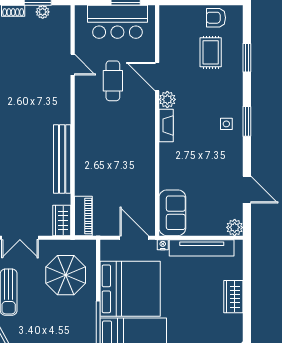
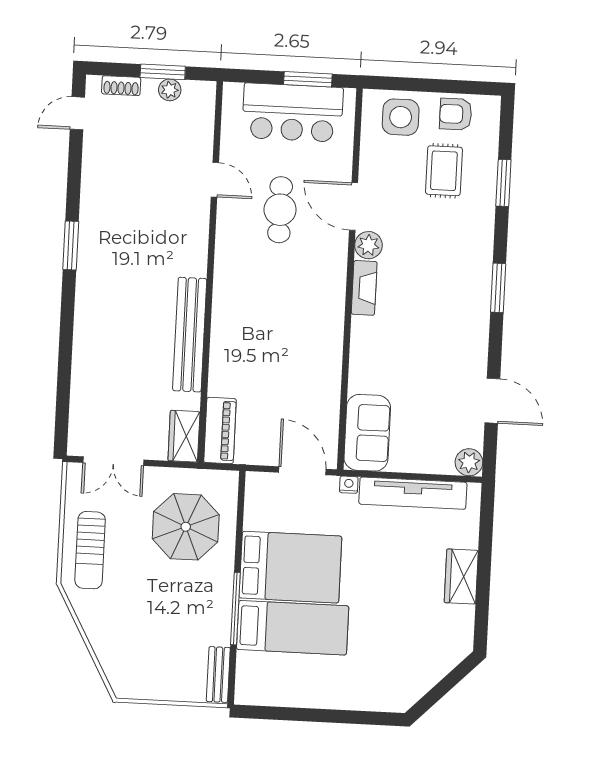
side table: (226, 124) -> (401, 117), moved, width x1.87, depth x1.87
bed: (130, 289) -> (290, 567), width x0.73

